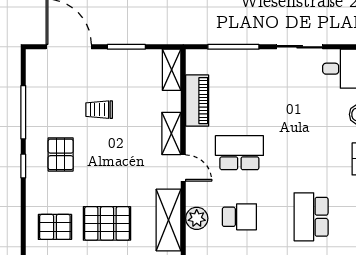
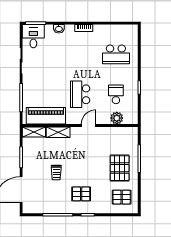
piano: (197, 101) -> (46, 116), width x1.37, depth x1.33
shelving: (171, 133) -> (58, 132), moved
shelving: (169, 220) -> (118, 134), removed
pallet: (55, 227) -> (122, 197), turned 90

